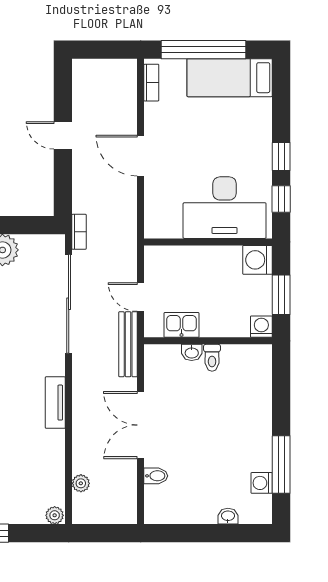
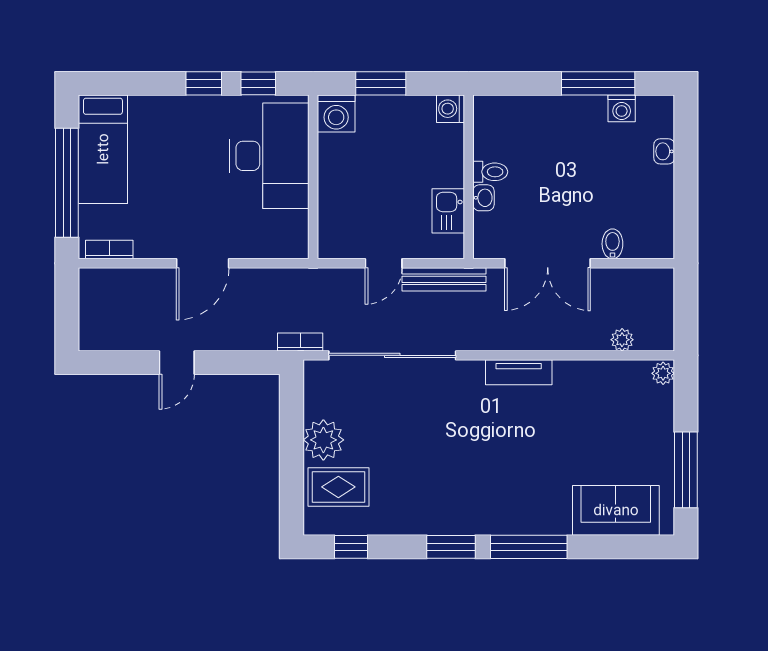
kitchen sink: (182, 325) -> (448, 211), moved
washing machine: (261, 327) -> (450, 109), moved
wall: (208, 341) -> (469, 177), moved
washbasin: (192, 352) -> (483, 198), moved
toilet: (212, 358) -> (490, 172), moved

